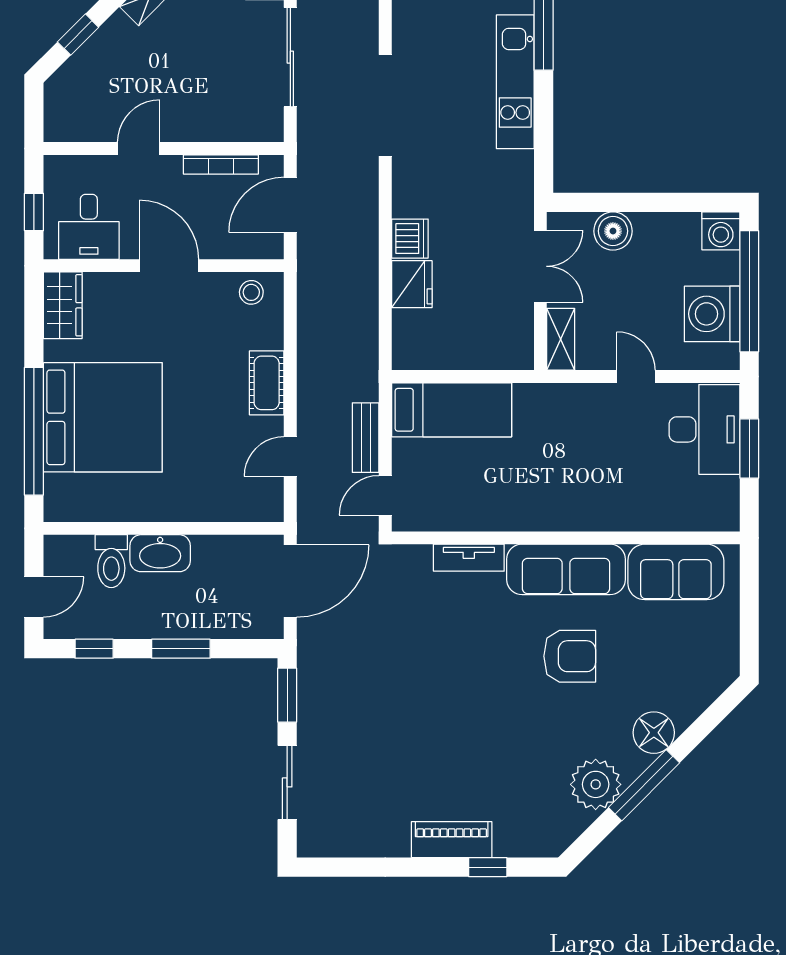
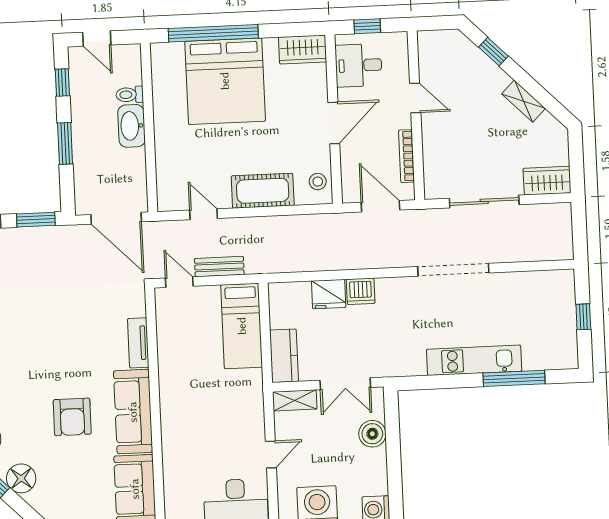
kitchen counter: (497, 351) -> (284, 356), added
cot: (267, 383) -> (263, 191), width x1.37, depth x1.34
toilet: (111, 561) -> (130, 95), width x0.73, depth x0.72

